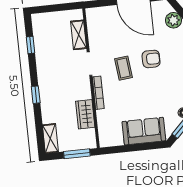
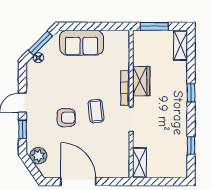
shelving: (79, 35) -> (139, 163), moved
armchair: (151, 59) -> (66, 118), turned 180
wardrobe: (85, 114) -> (141, 81), moved

